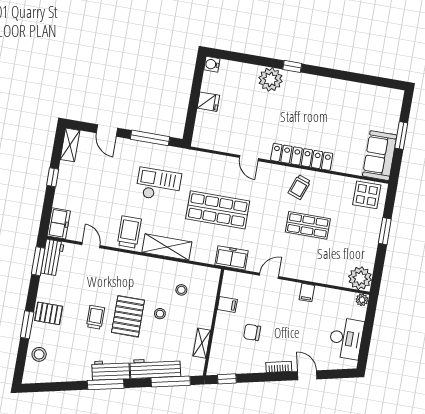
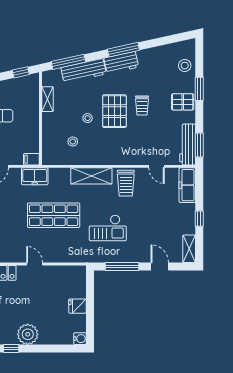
freezer: (59, 223) -> (187, 185), width x1.40
workbench: (52, 258) -> (188, 144), width x1.37
filing cabinet: (227, 304) -> (31, 159), moved

